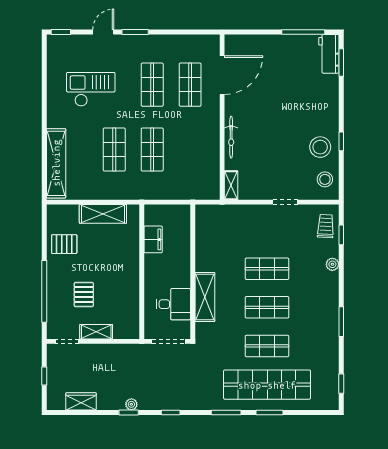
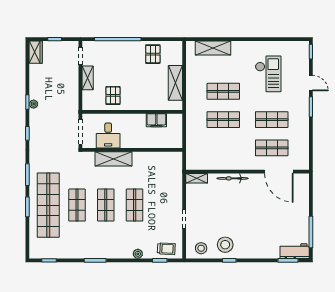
shelving: (56, 163) -> (213, 48), width x0.68
pallet: (84, 294) -> (113, 95), moved, turned 90
wardrobe: (81, 401) -> (36, 52), moved

